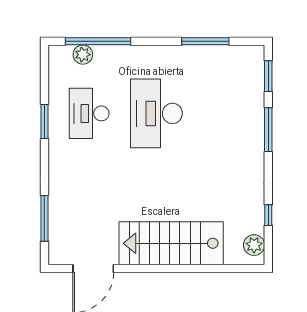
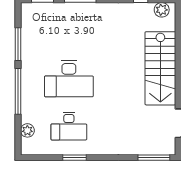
window: (98, 41) -> (18, 91), moved
window: (44, 218) -> (154, 158), moved

